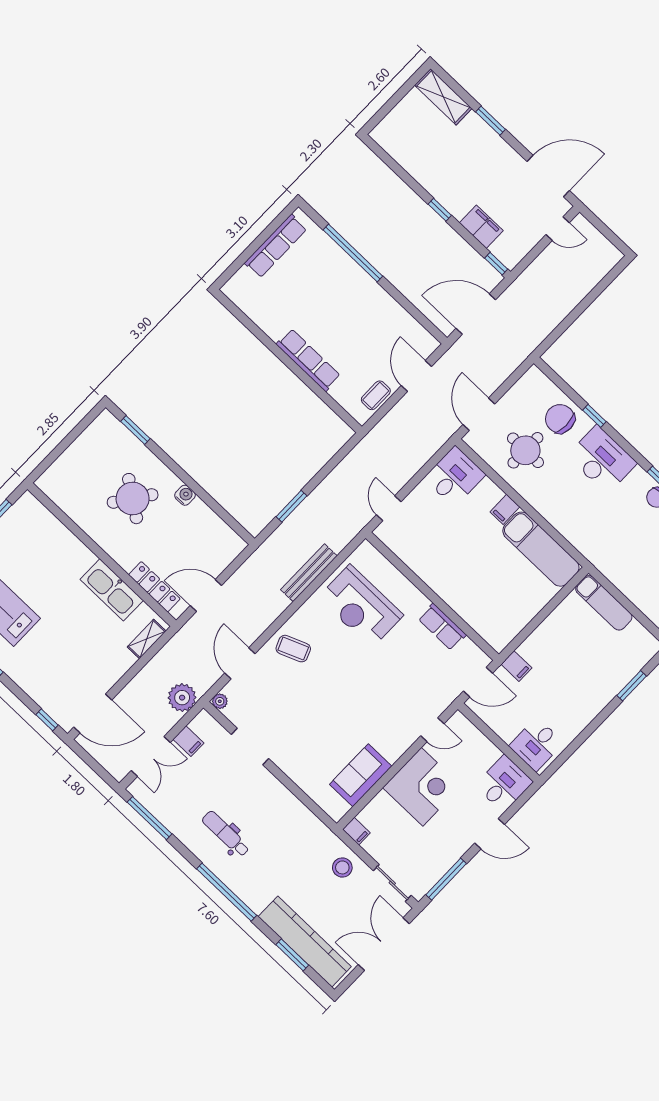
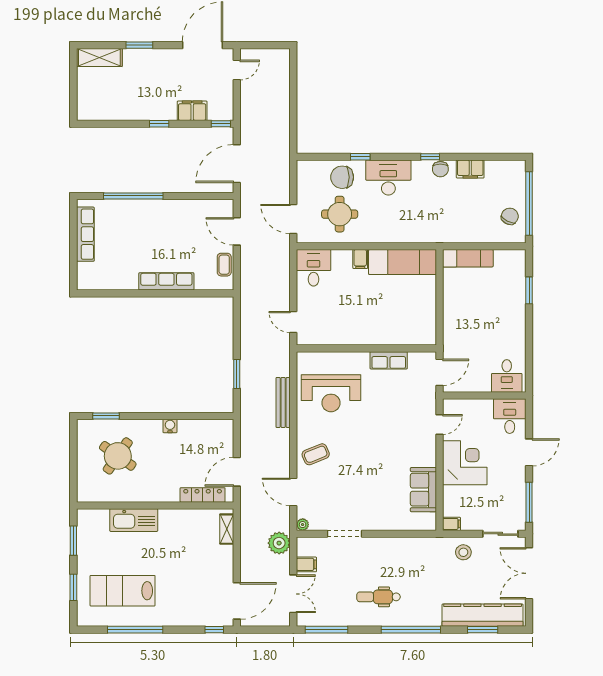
round table: (133, 499) -> (118, 456), moved
kitchen sink: (112, 590) -> (134, 520), moved
filing cabinet: (516, 666) -> (453, 342), removed

